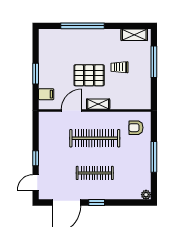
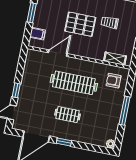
shelving: (98, 104) -> (115, 59), moved
clothes rail: (95, 173) -> (68, 115), width x0.73

